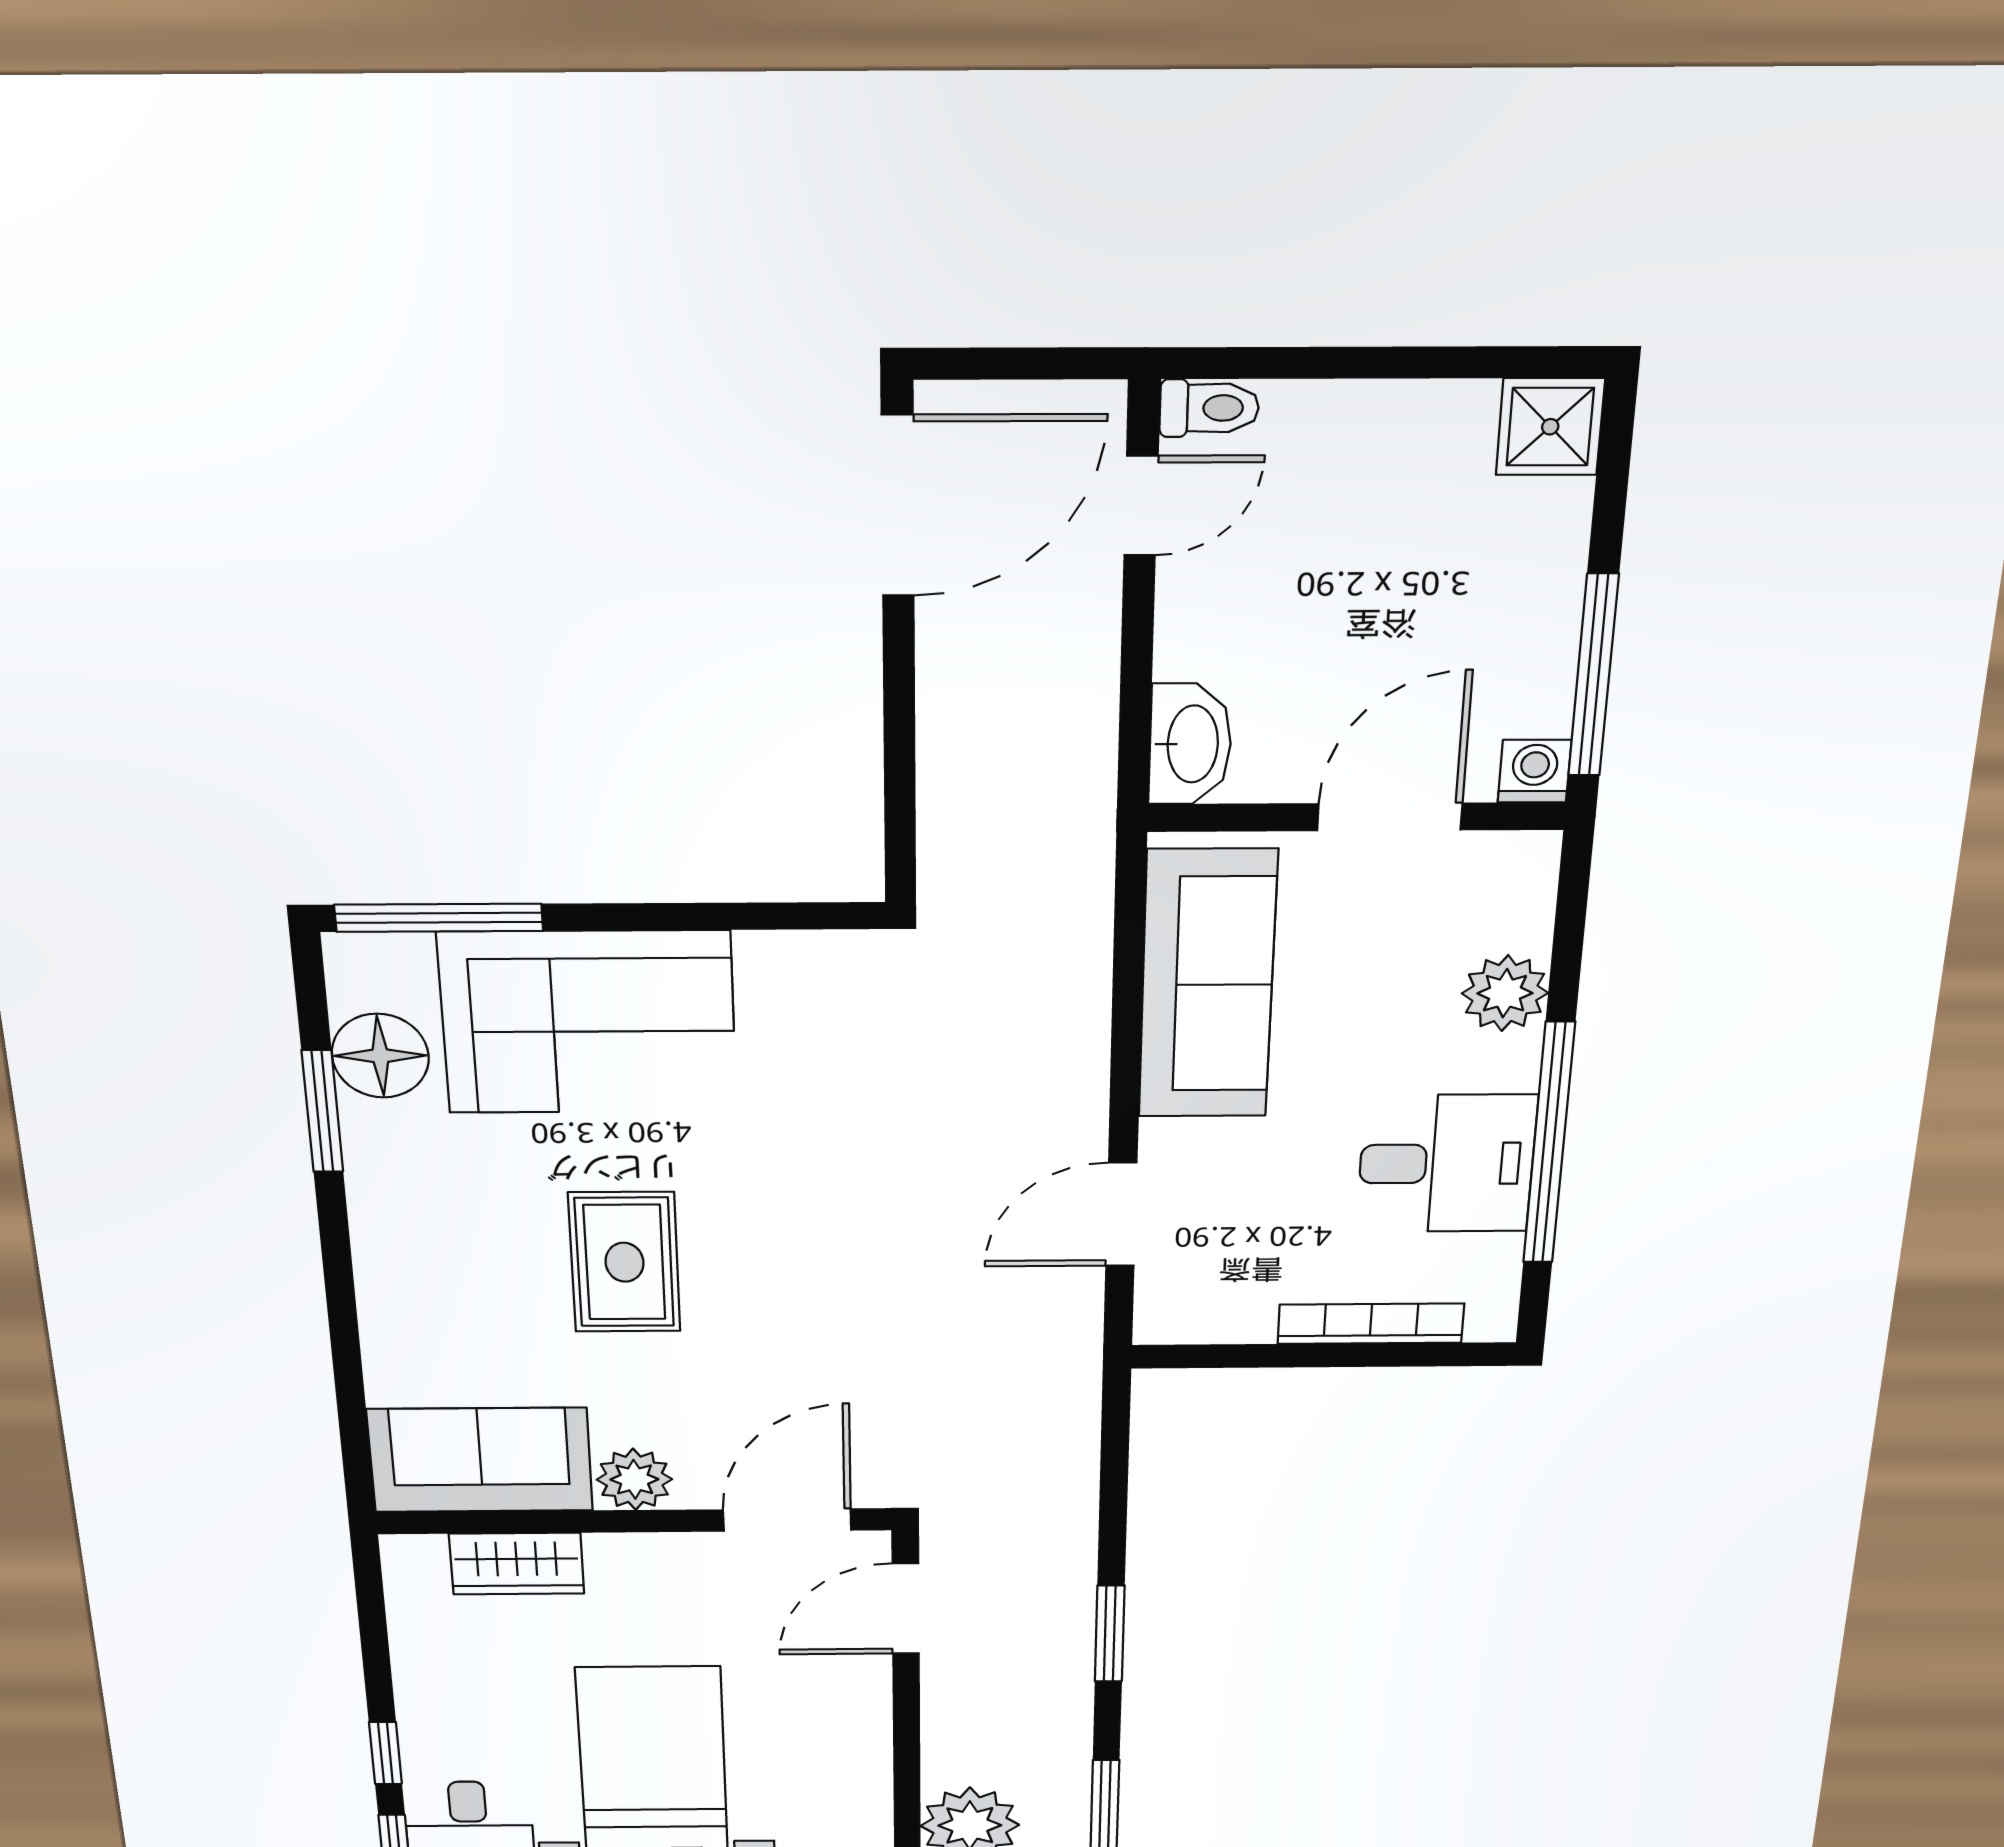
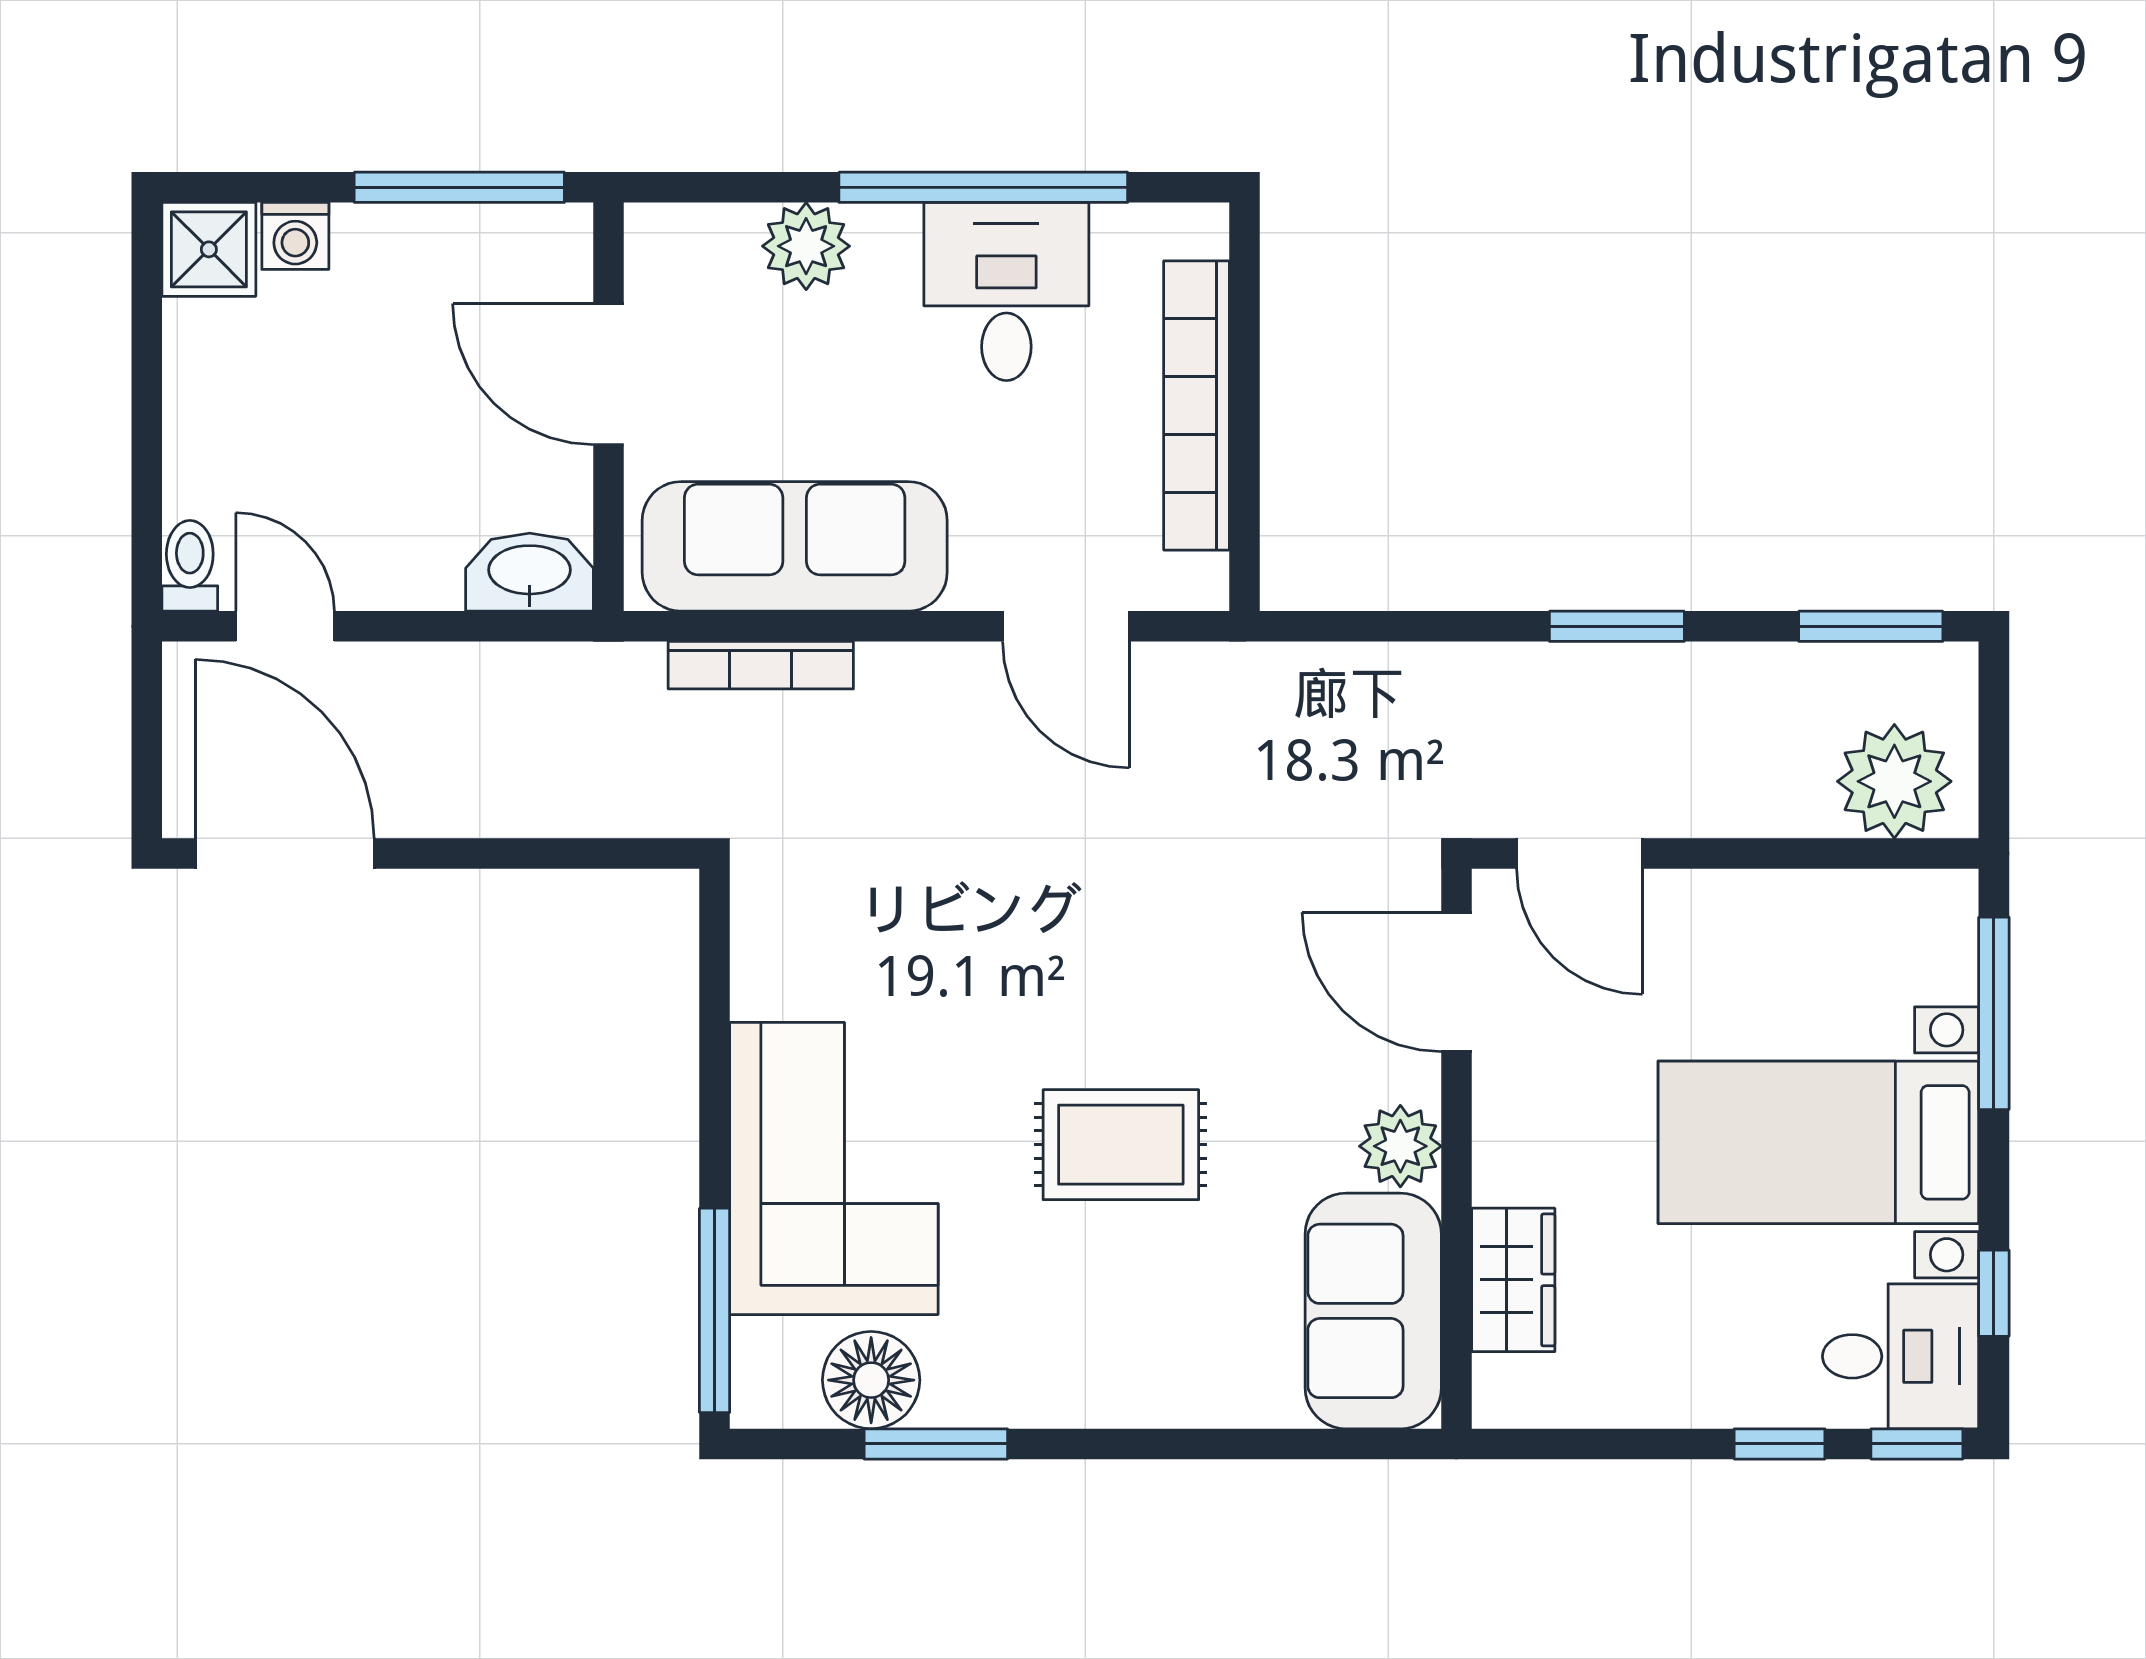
washing machine: (1535, 771) -> (295, 236), moved, turned -90
bookcase: (1090, 956) -> (761, 665), added
bookcase: (1371, 1324) -> (1196, 405), width x1.48, depth x1.31

